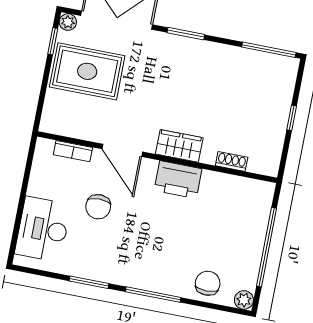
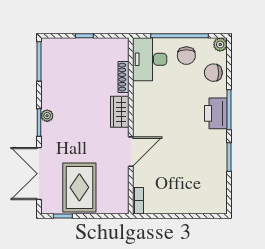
plant: (68, 22) -> (47, 116), moved
bookcase: (73, 151) -> (138, 201), moved
shoe rack: (232, 161) -> (124, 77), width x1.43
printer: (178, 180) -> (216, 113), moved, turned 180
chair: (98, 207) -> (186, 56), moved, turned 90
desk: (43, 229) -> (150, 59), moved, turned 90

